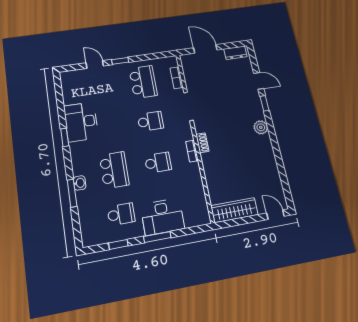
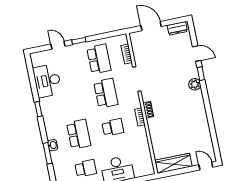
school desk: (150, 121) -> (106, 93), width x1.85
desk: (81, 122) -> (47, 81), moved
plant: (261, 127) -> (195, 84), moved

